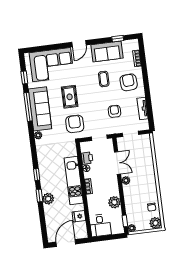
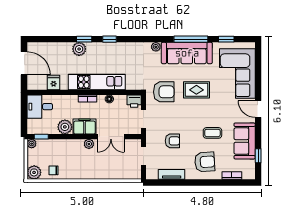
printer: (87, 158) -> (134, 101), moved
filing cabinet: (112, 186) -> (84, 126), added

